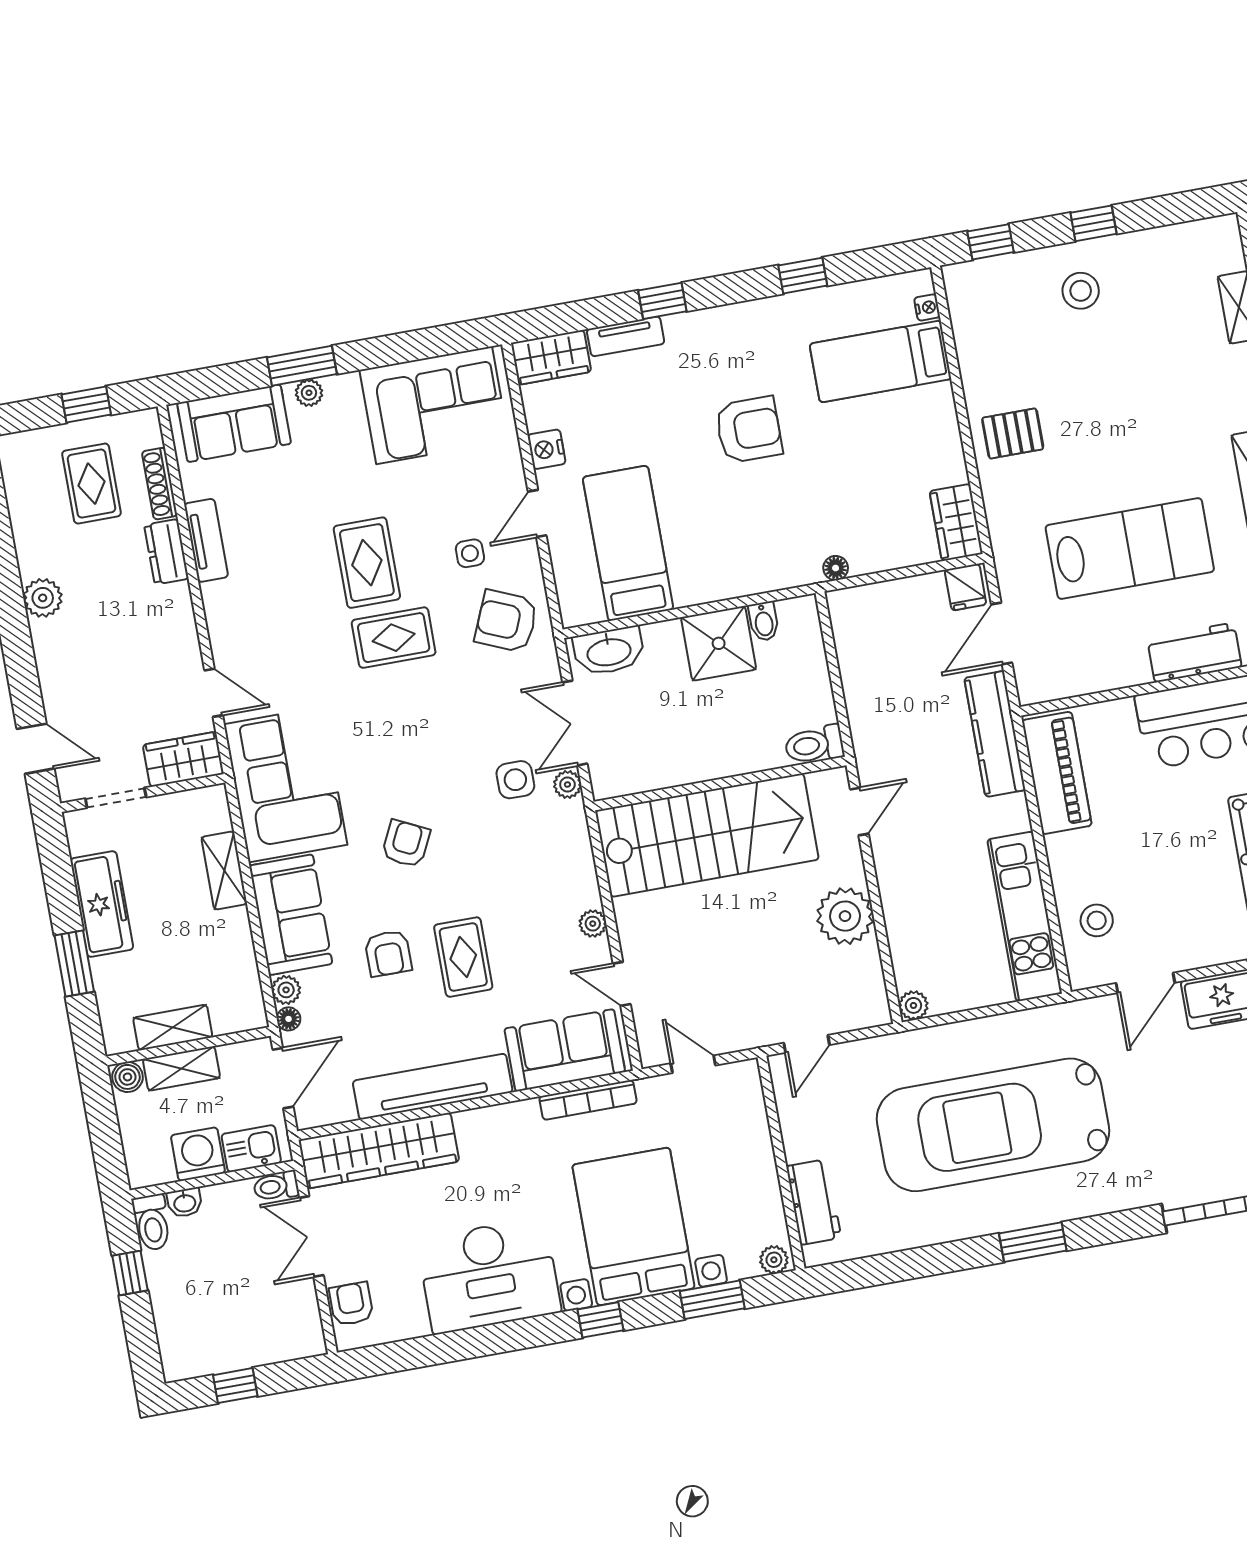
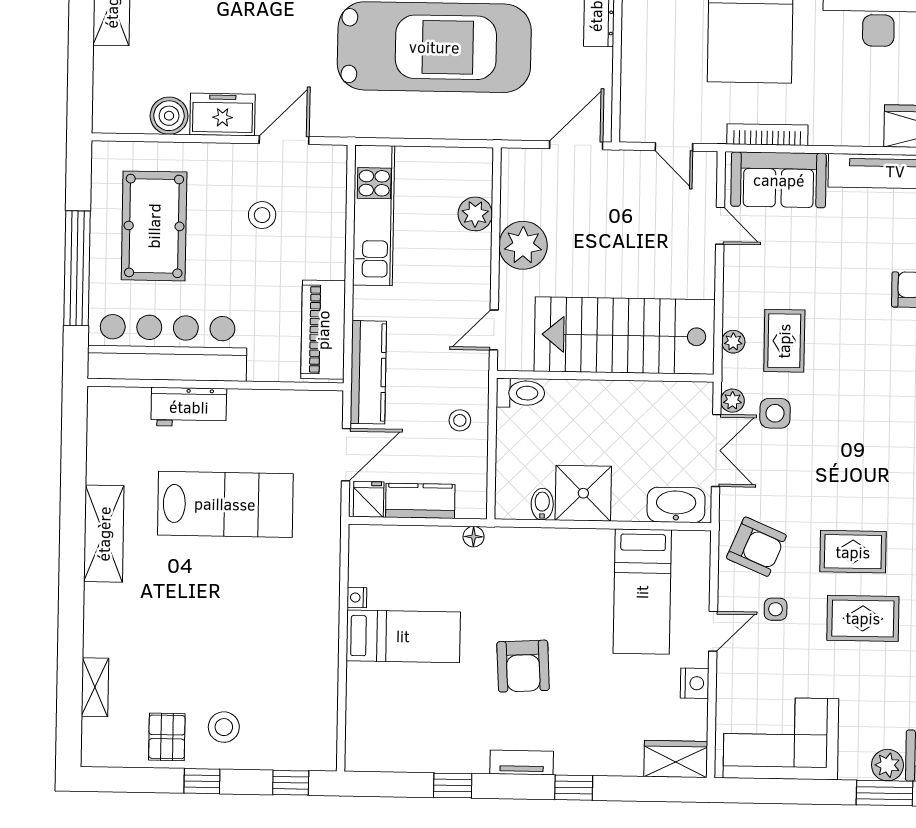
nightstand: (927, 307) -> (357, 598), moved
tv unit: (626, 336) -> (522, 763), moved
bed: (880, 361) -> (403, 636), moved
plant: (309, 393) -> (887, 765), width x1.38, depth x1.38
armchair: (749, 430) -> (523, 666), turned -93
pallet: (1013, 433) -> (167, 737), moved, turned 90
wardrobe: (956, 522) -> (366, 555), removed
lab bench: (1130, 549) -> (225, 504), turned 180
rug: (367, 563) -> (863, 618), turned 90
kitchen counter: (905, 597) -> (420, 501), added
stool: (878, 699) -> (460, 420), added
armchair: (406, 844) -> (877, 378), removed
stool: (1097, 920) -> (262, 215), moved
plant: (593, 924) -> (733, 342), moved
rug: (463, 957) -> (784, 341), moved
plant: (913, 1005) -> (475, 214), moved, width x1.38, depth x1.38
door: (807, 1044) -> (576, 145), width x1.38

